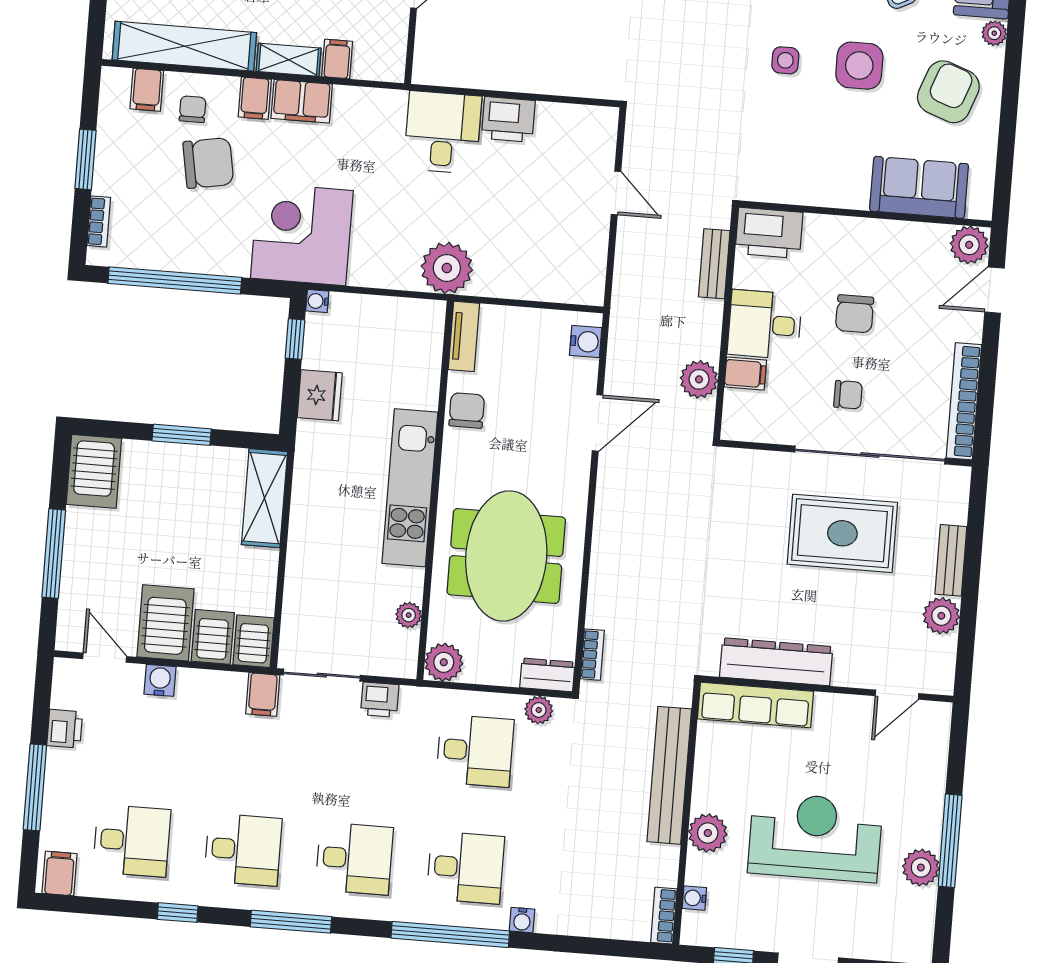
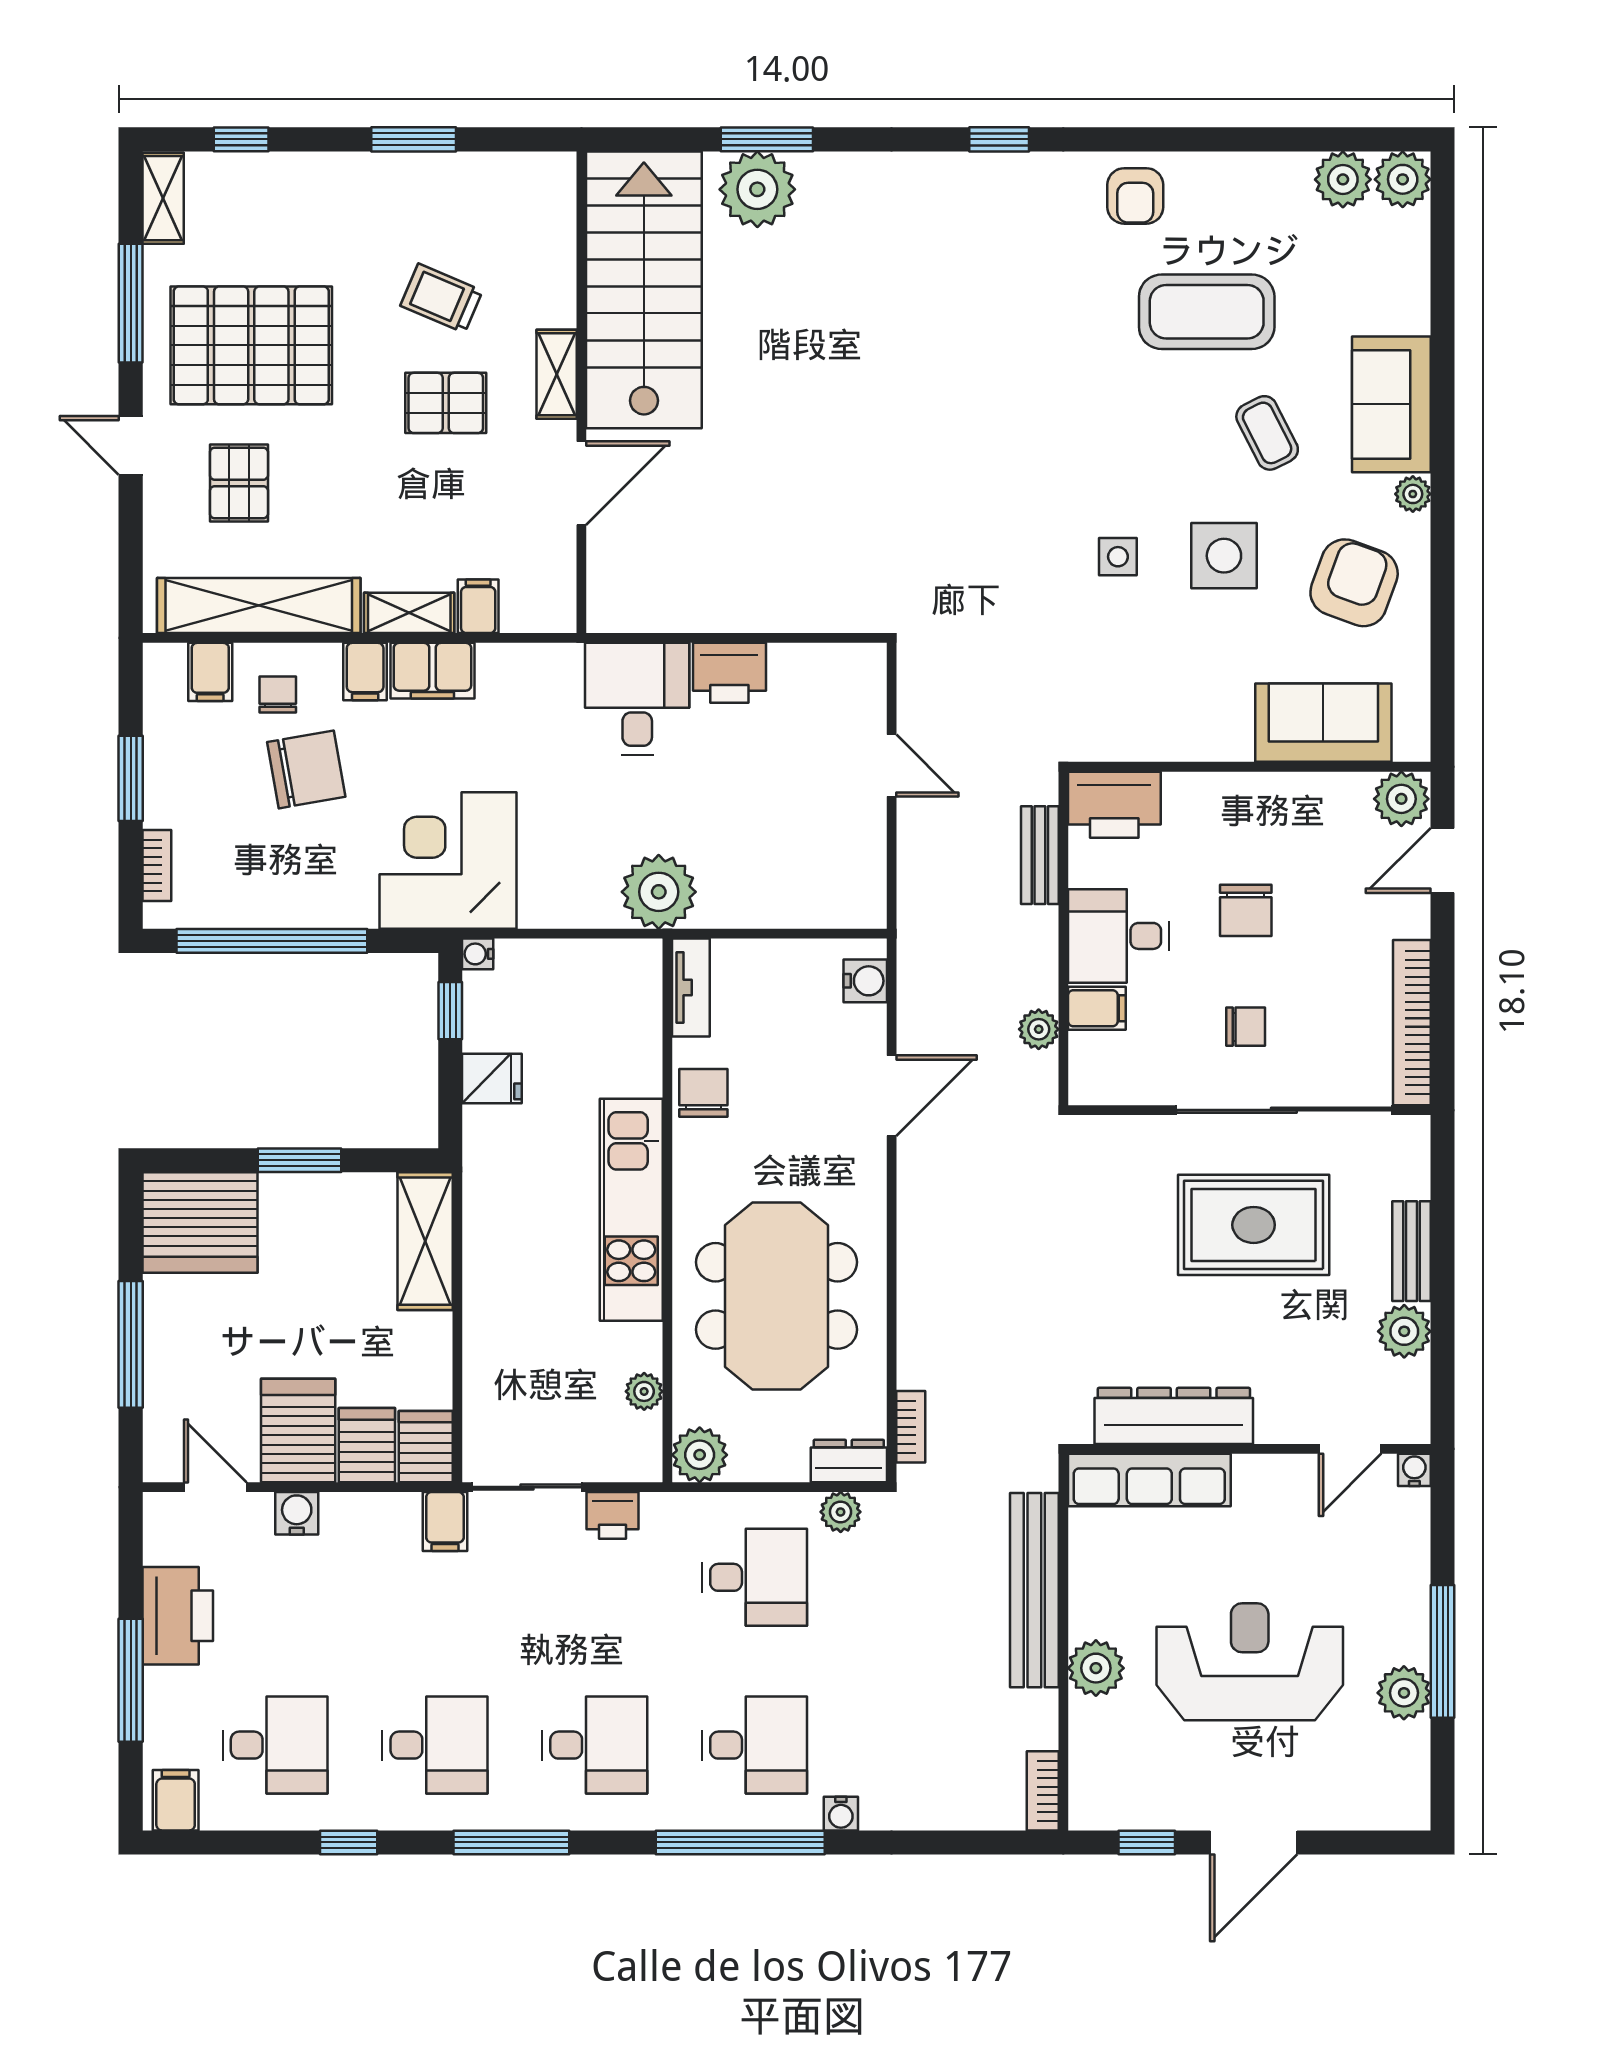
plant: (699, 379) -> (1039, 1029), width x0.73, depth x0.73
fridge: (320, 395) -> (492, 1078), width x0.72
server rack: (94, 471) -> (200, 1223), width x1.60
printer: (65, 729) -> (178, 1616), width x1.87, depth x1.48
water cooler: (694, 898) -> (1414, 1470), moved, turned 90

